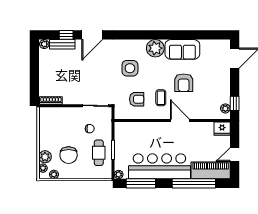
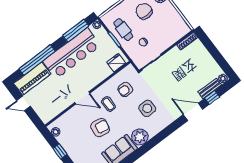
door: (92, 35) -> (193, 112), hinge flipped
armchair: (184, 83) -> (100, 128), turned 99
window: (235, 103) -> (60, 151), moved
fridge: (222, 129) -> (116, 63), moved
door: (235, 154) -> (24, 103), swing flipped

